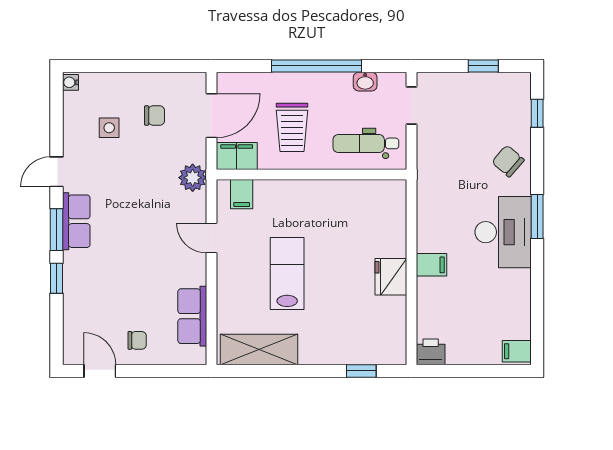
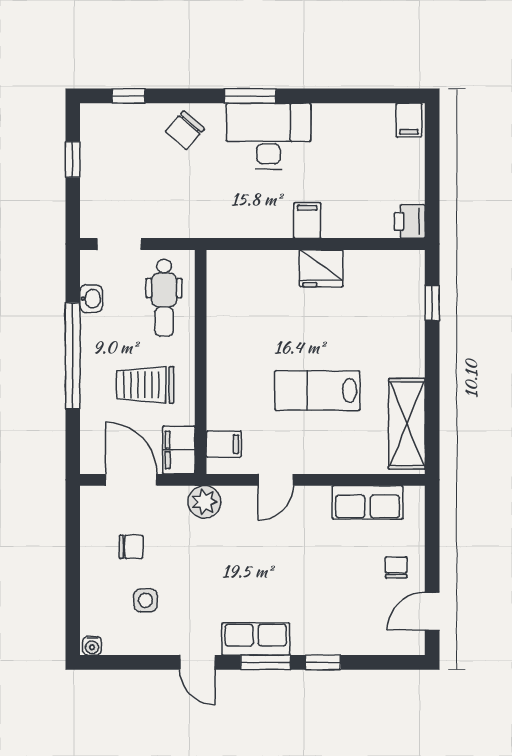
chair: (155, 116) -> (131, 547), turned 90
trolley: (292, 127) -> (145, 385), turned 180

